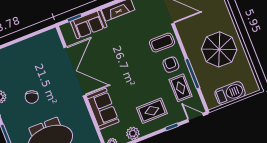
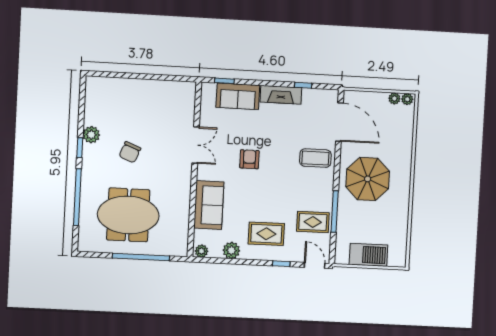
parasol: (219, 49) -> (368, 179), moved
armchair: (171, 65) -> (249, 159), moved
double door: (75, 71) -> (196, 145), width x0.54
rug: (181, 88) -> (313, 222), turned 90

